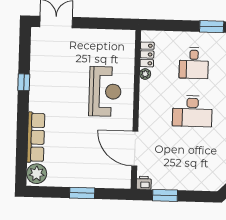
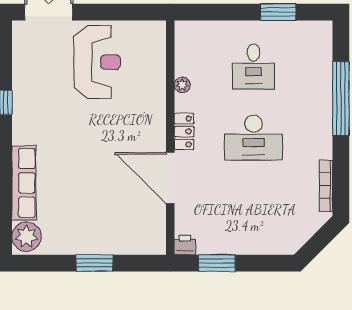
locker: (147, 54) -> (184, 131), moved
reception desk: (105, 91) -> (97, 62), moved
door: (135, 149) -> (170, 178), moved

